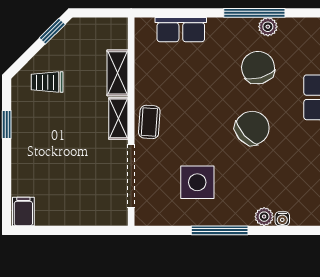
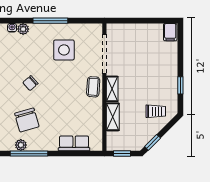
window: (102, 13) -> (122, 154), added
chair: (252, 128) -> (30, 83), width x0.54, depth x0.54

